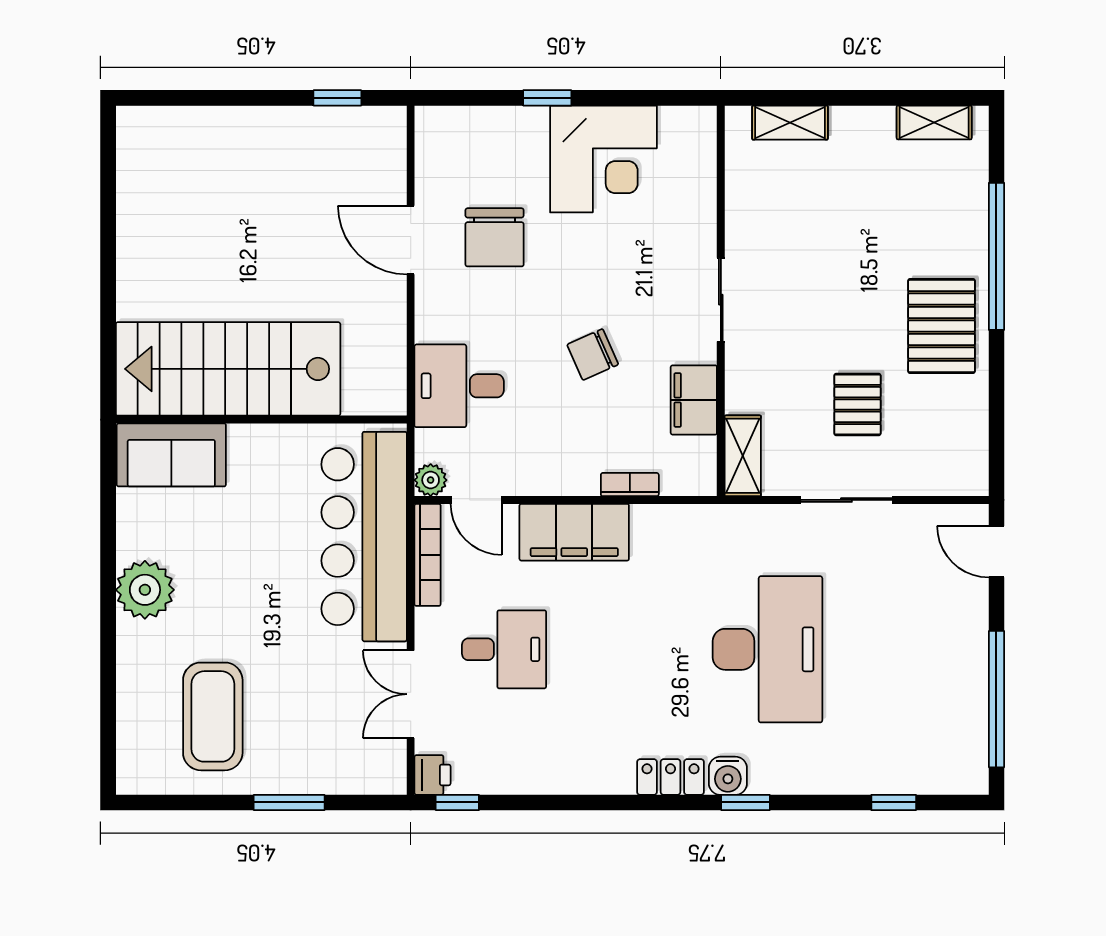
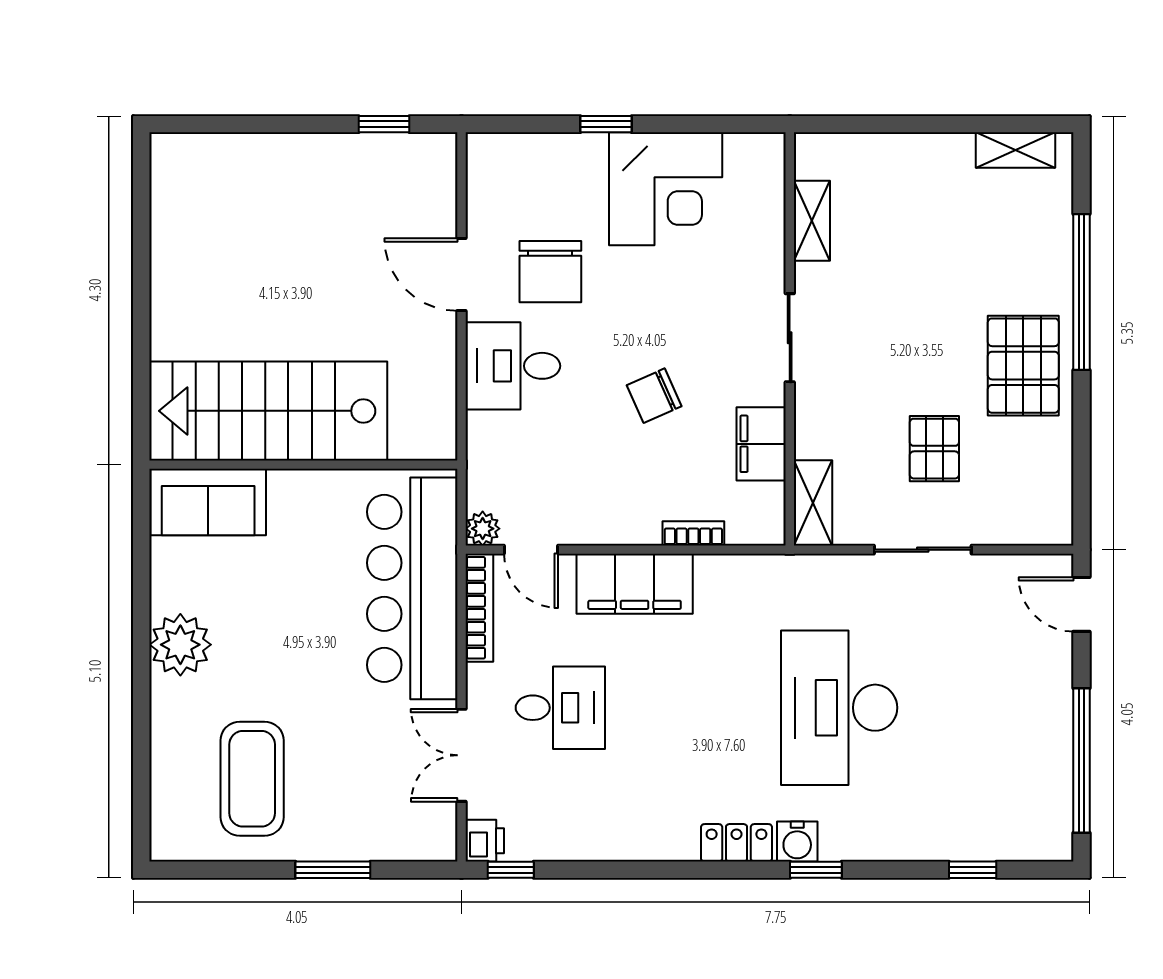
shelving: (790, 123) -> (812, 221), moved, turned 90
desk: (459, 386) -> (513, 366), moved
desk: (768, 649) -> (839, 708), turned 180

